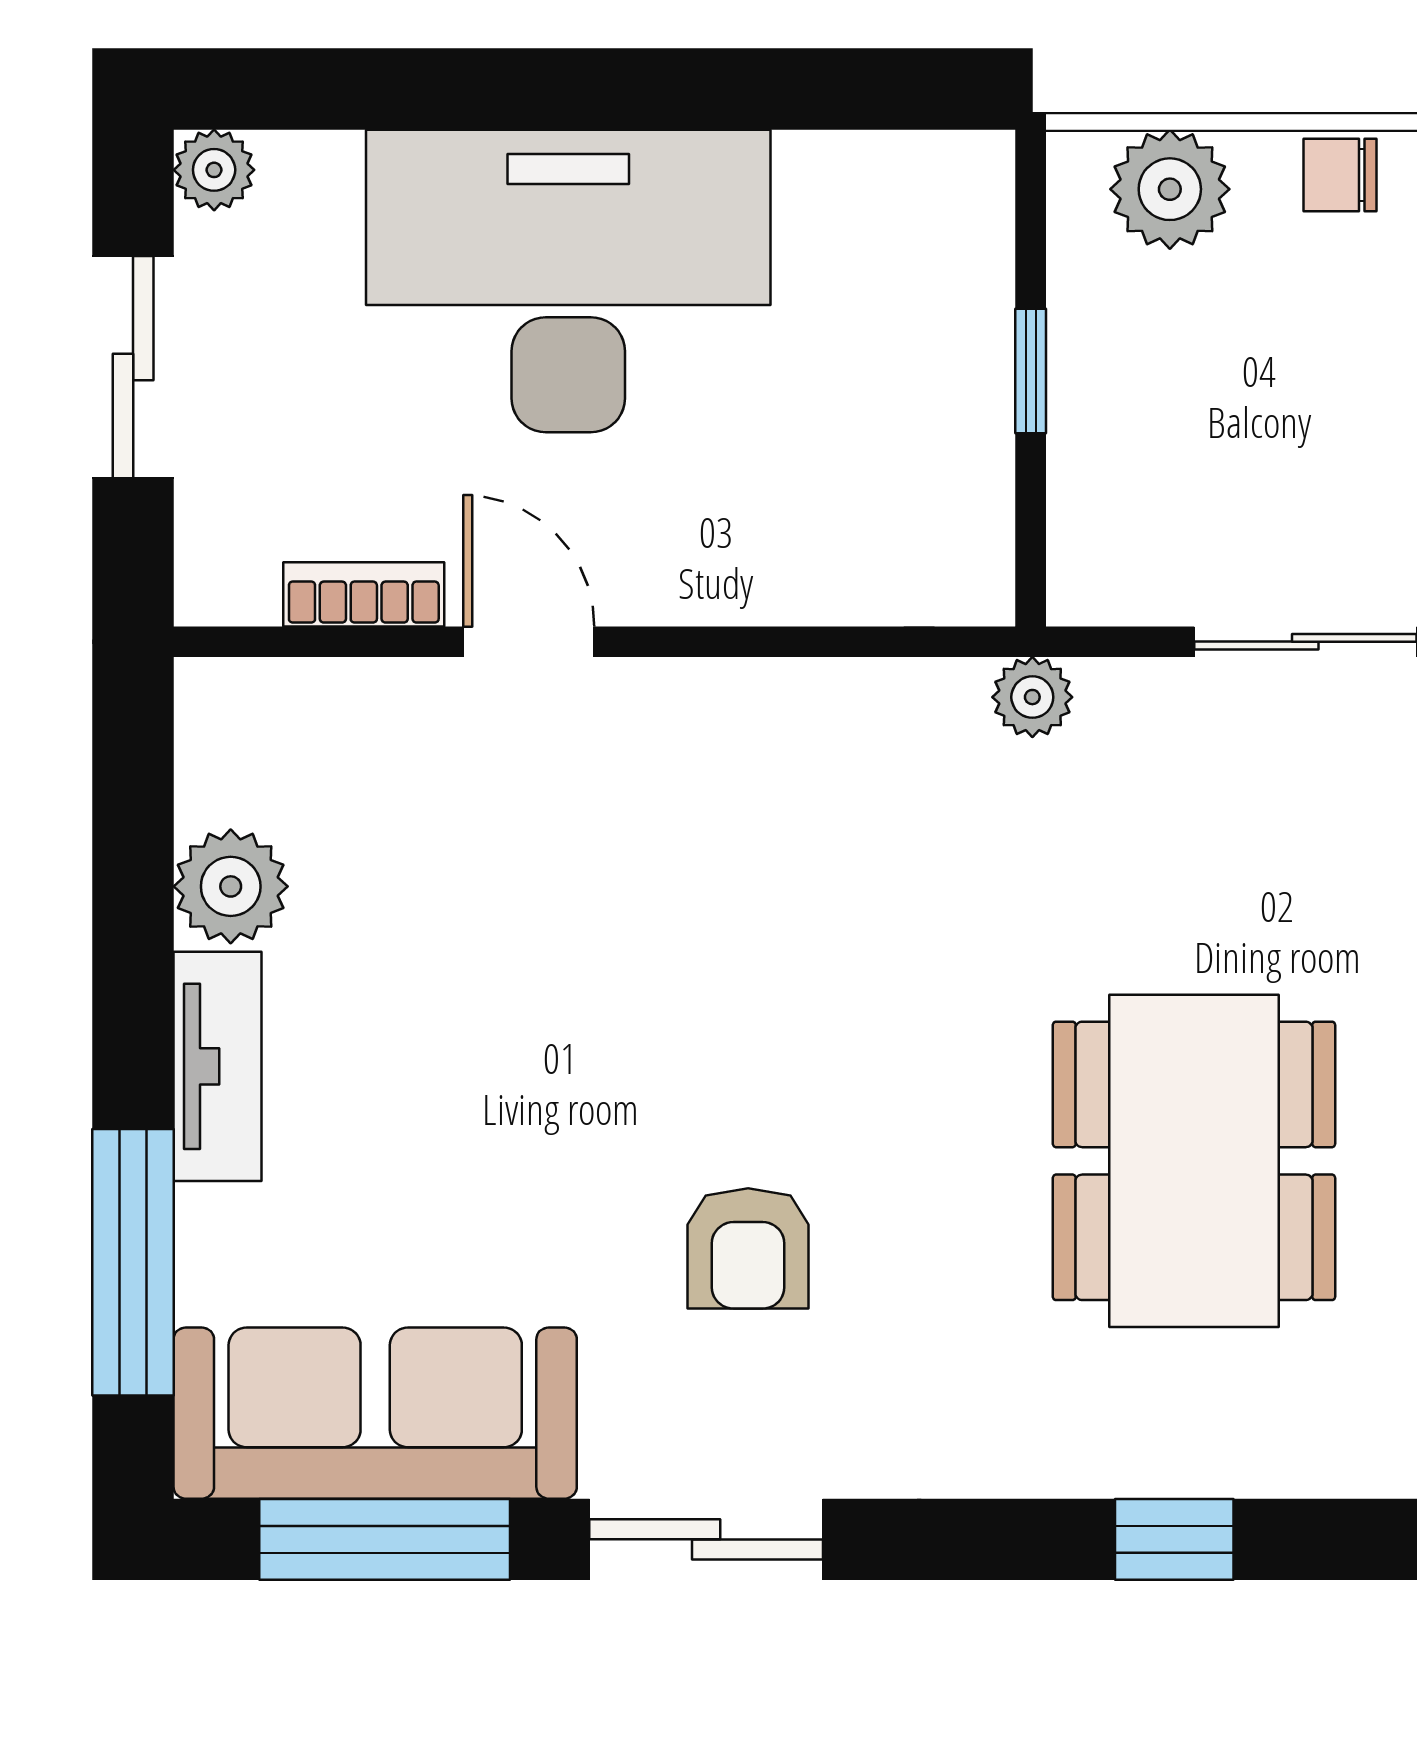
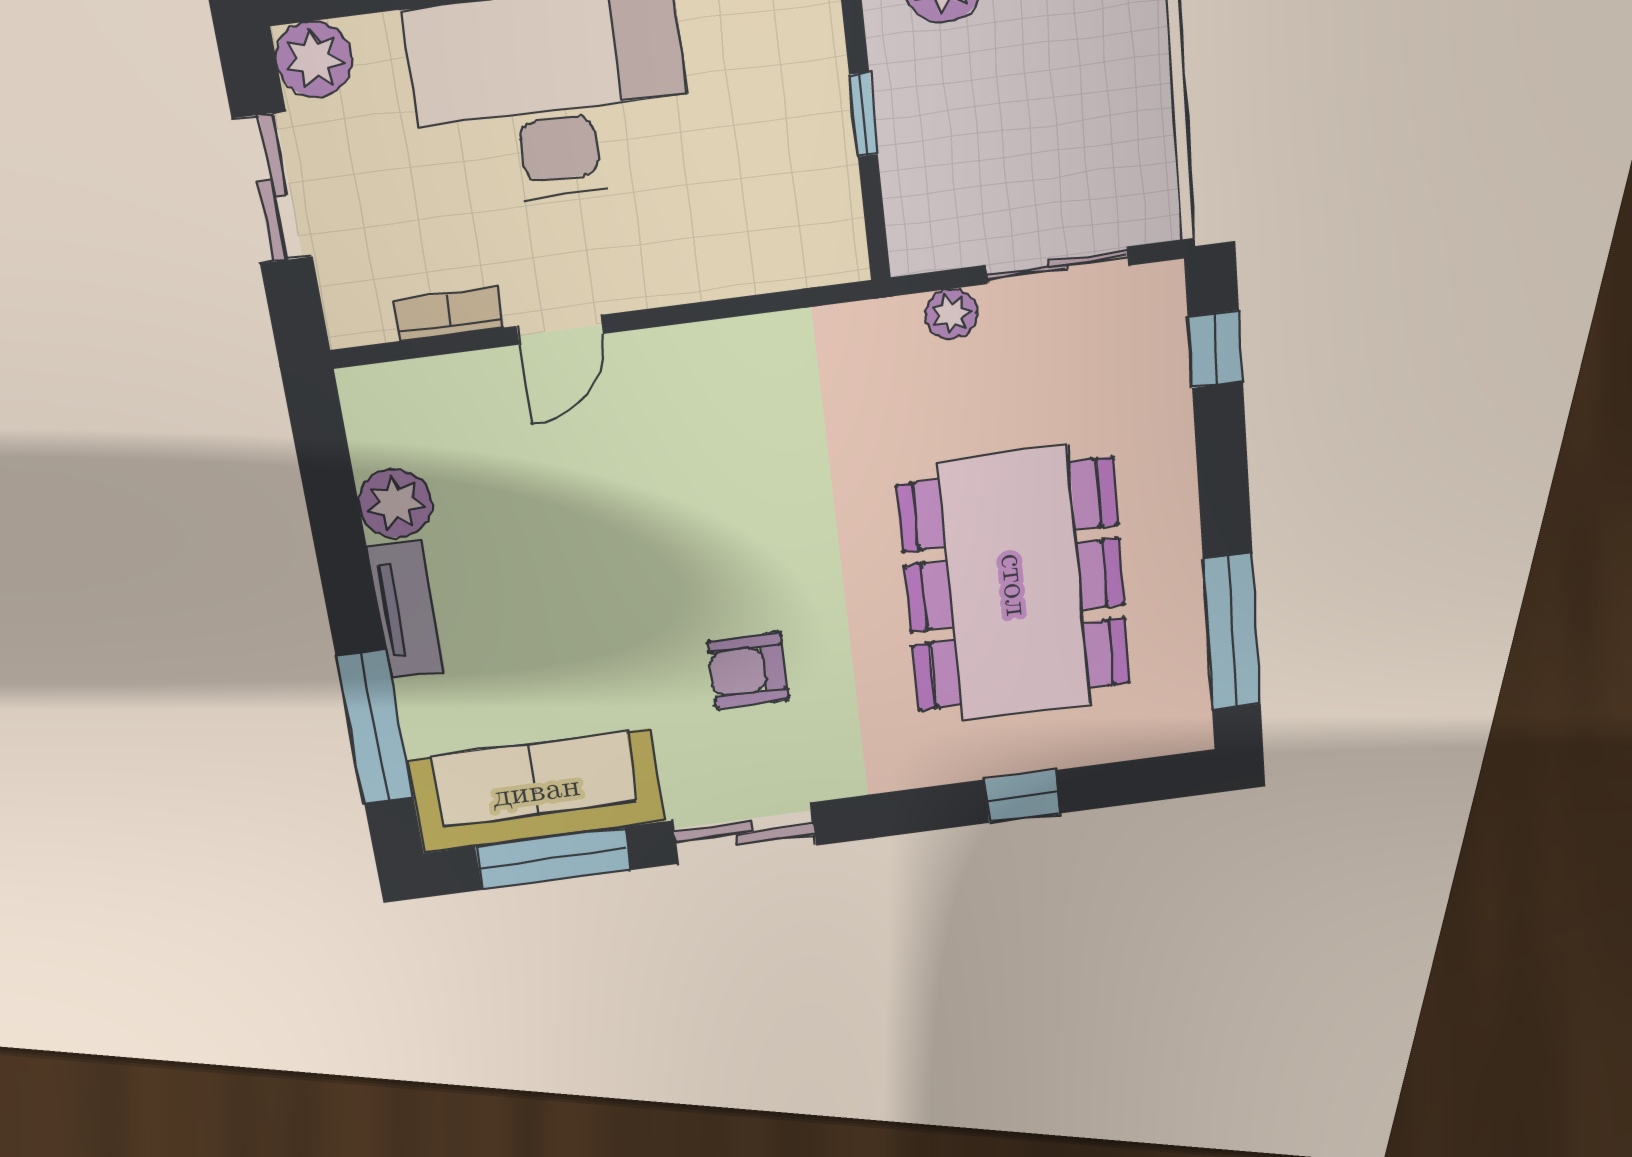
plant: (214, 170) -> (314, 59), width x1.38, depth x1.38
door: (529, 642) -> (560, 330), swing flipped
plant: (1032, 697) -> (951, 314), moved
dining table: (1194, 1161) -> (1015, 585), width x1.36, depth x1.24
armchair: (748, 1248) -> (748, 671), turned 90

